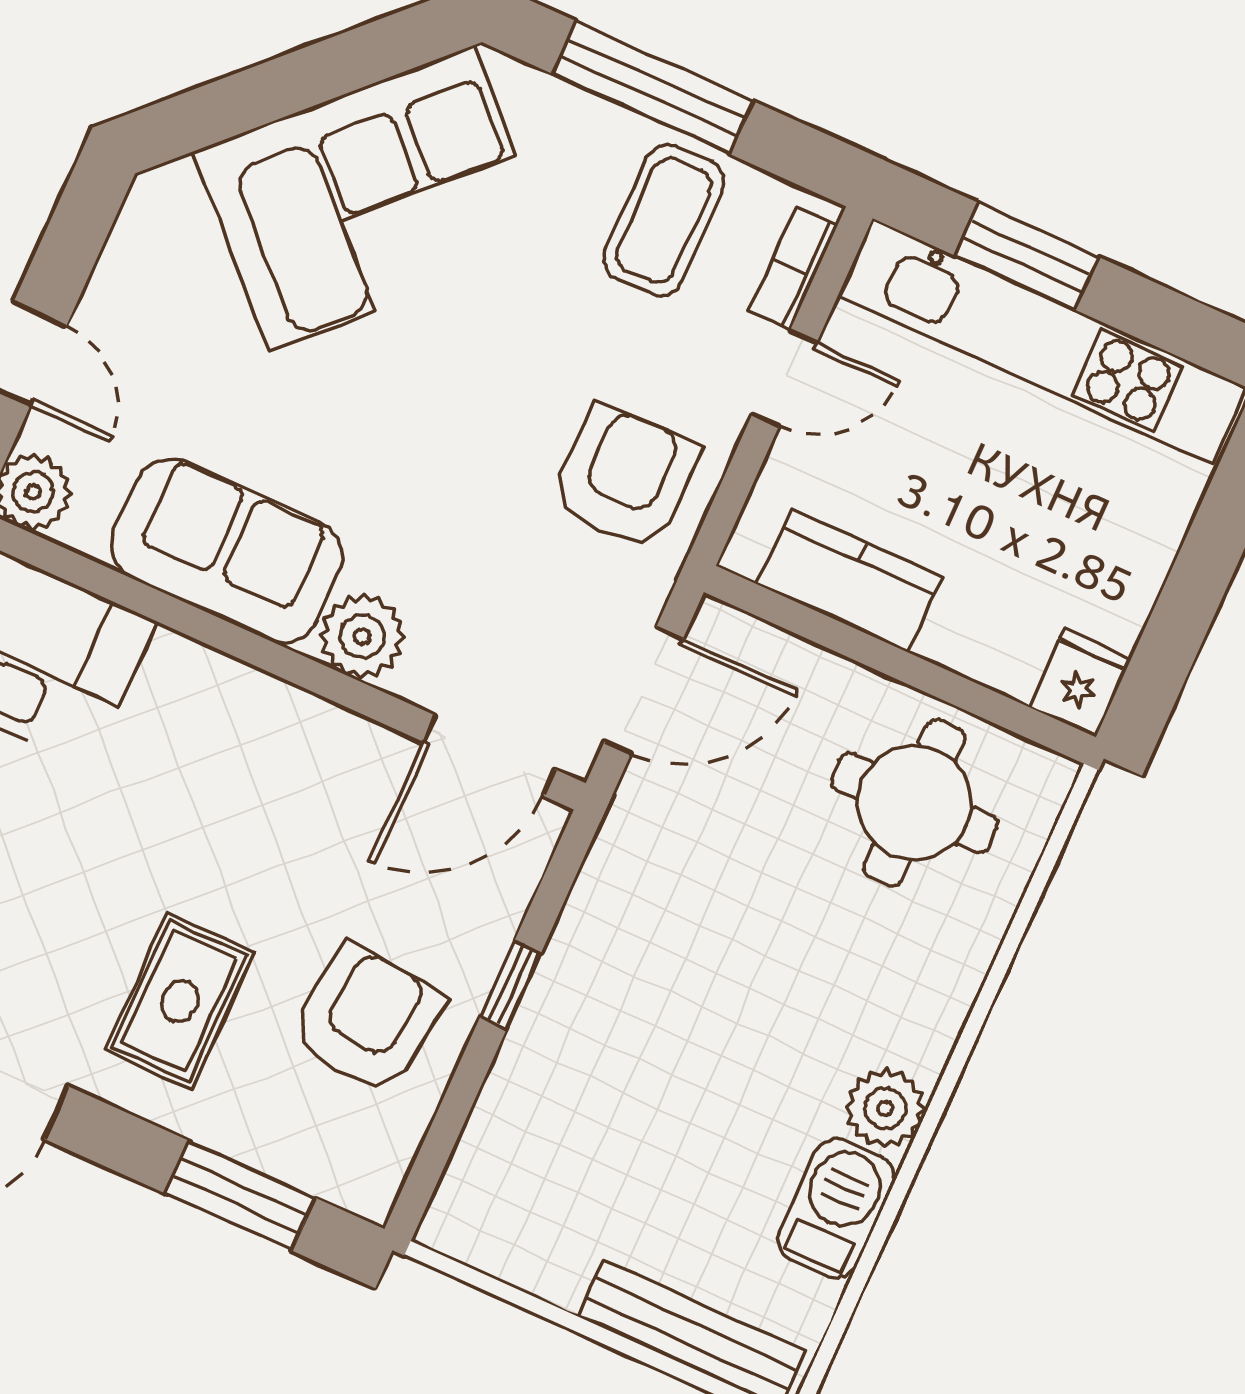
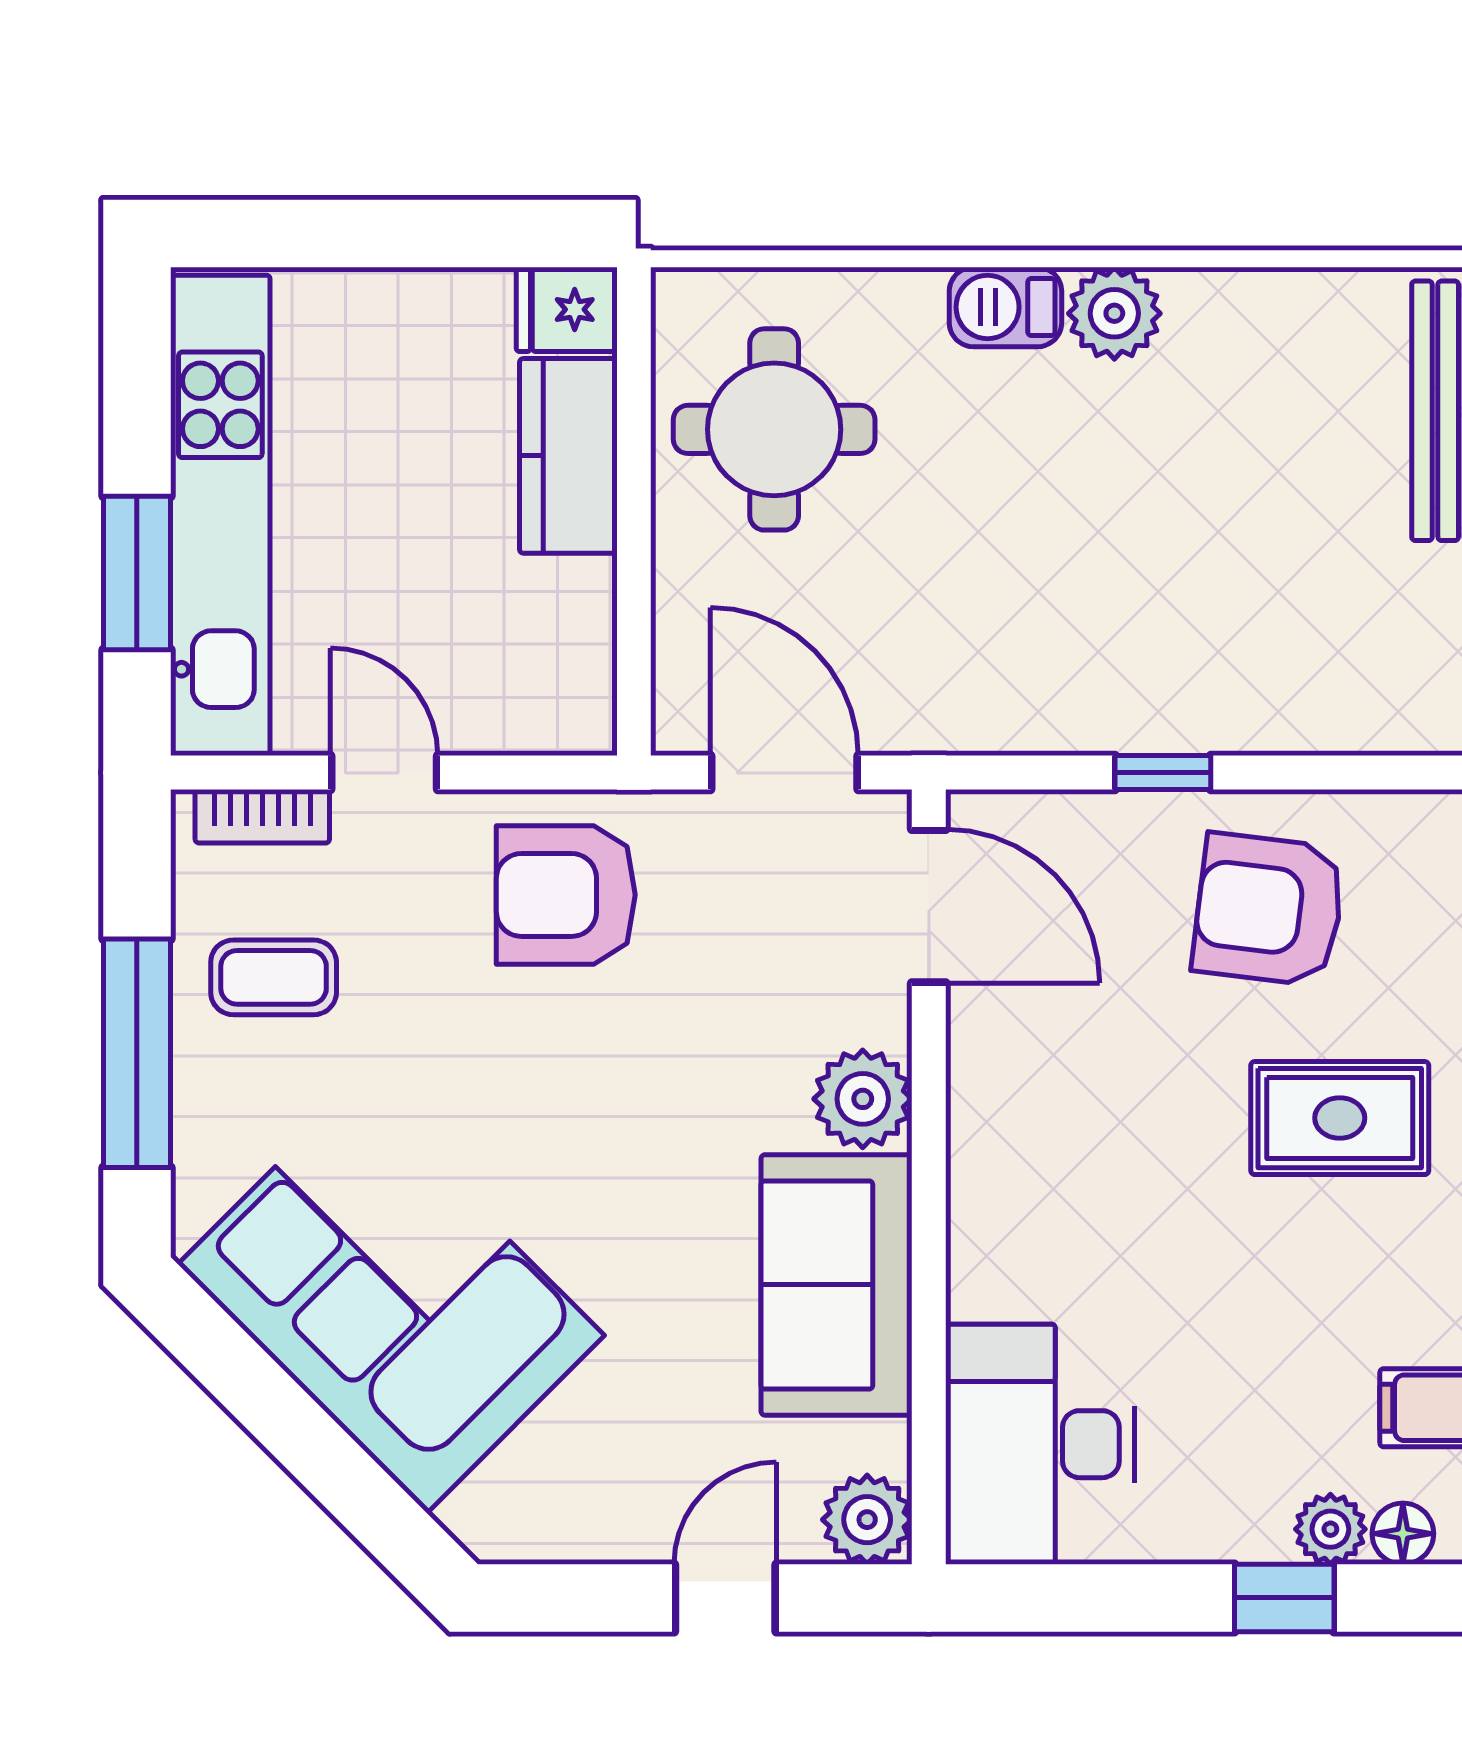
coffee table: (664, 220) -> (274, 977), width x0.73, depth x0.77
kitchen counter: (850, 581) -> (568, 456), moved
barbecue: (836, 1208) -> (1005, 307), moved, width x0.73, depth x0.79

